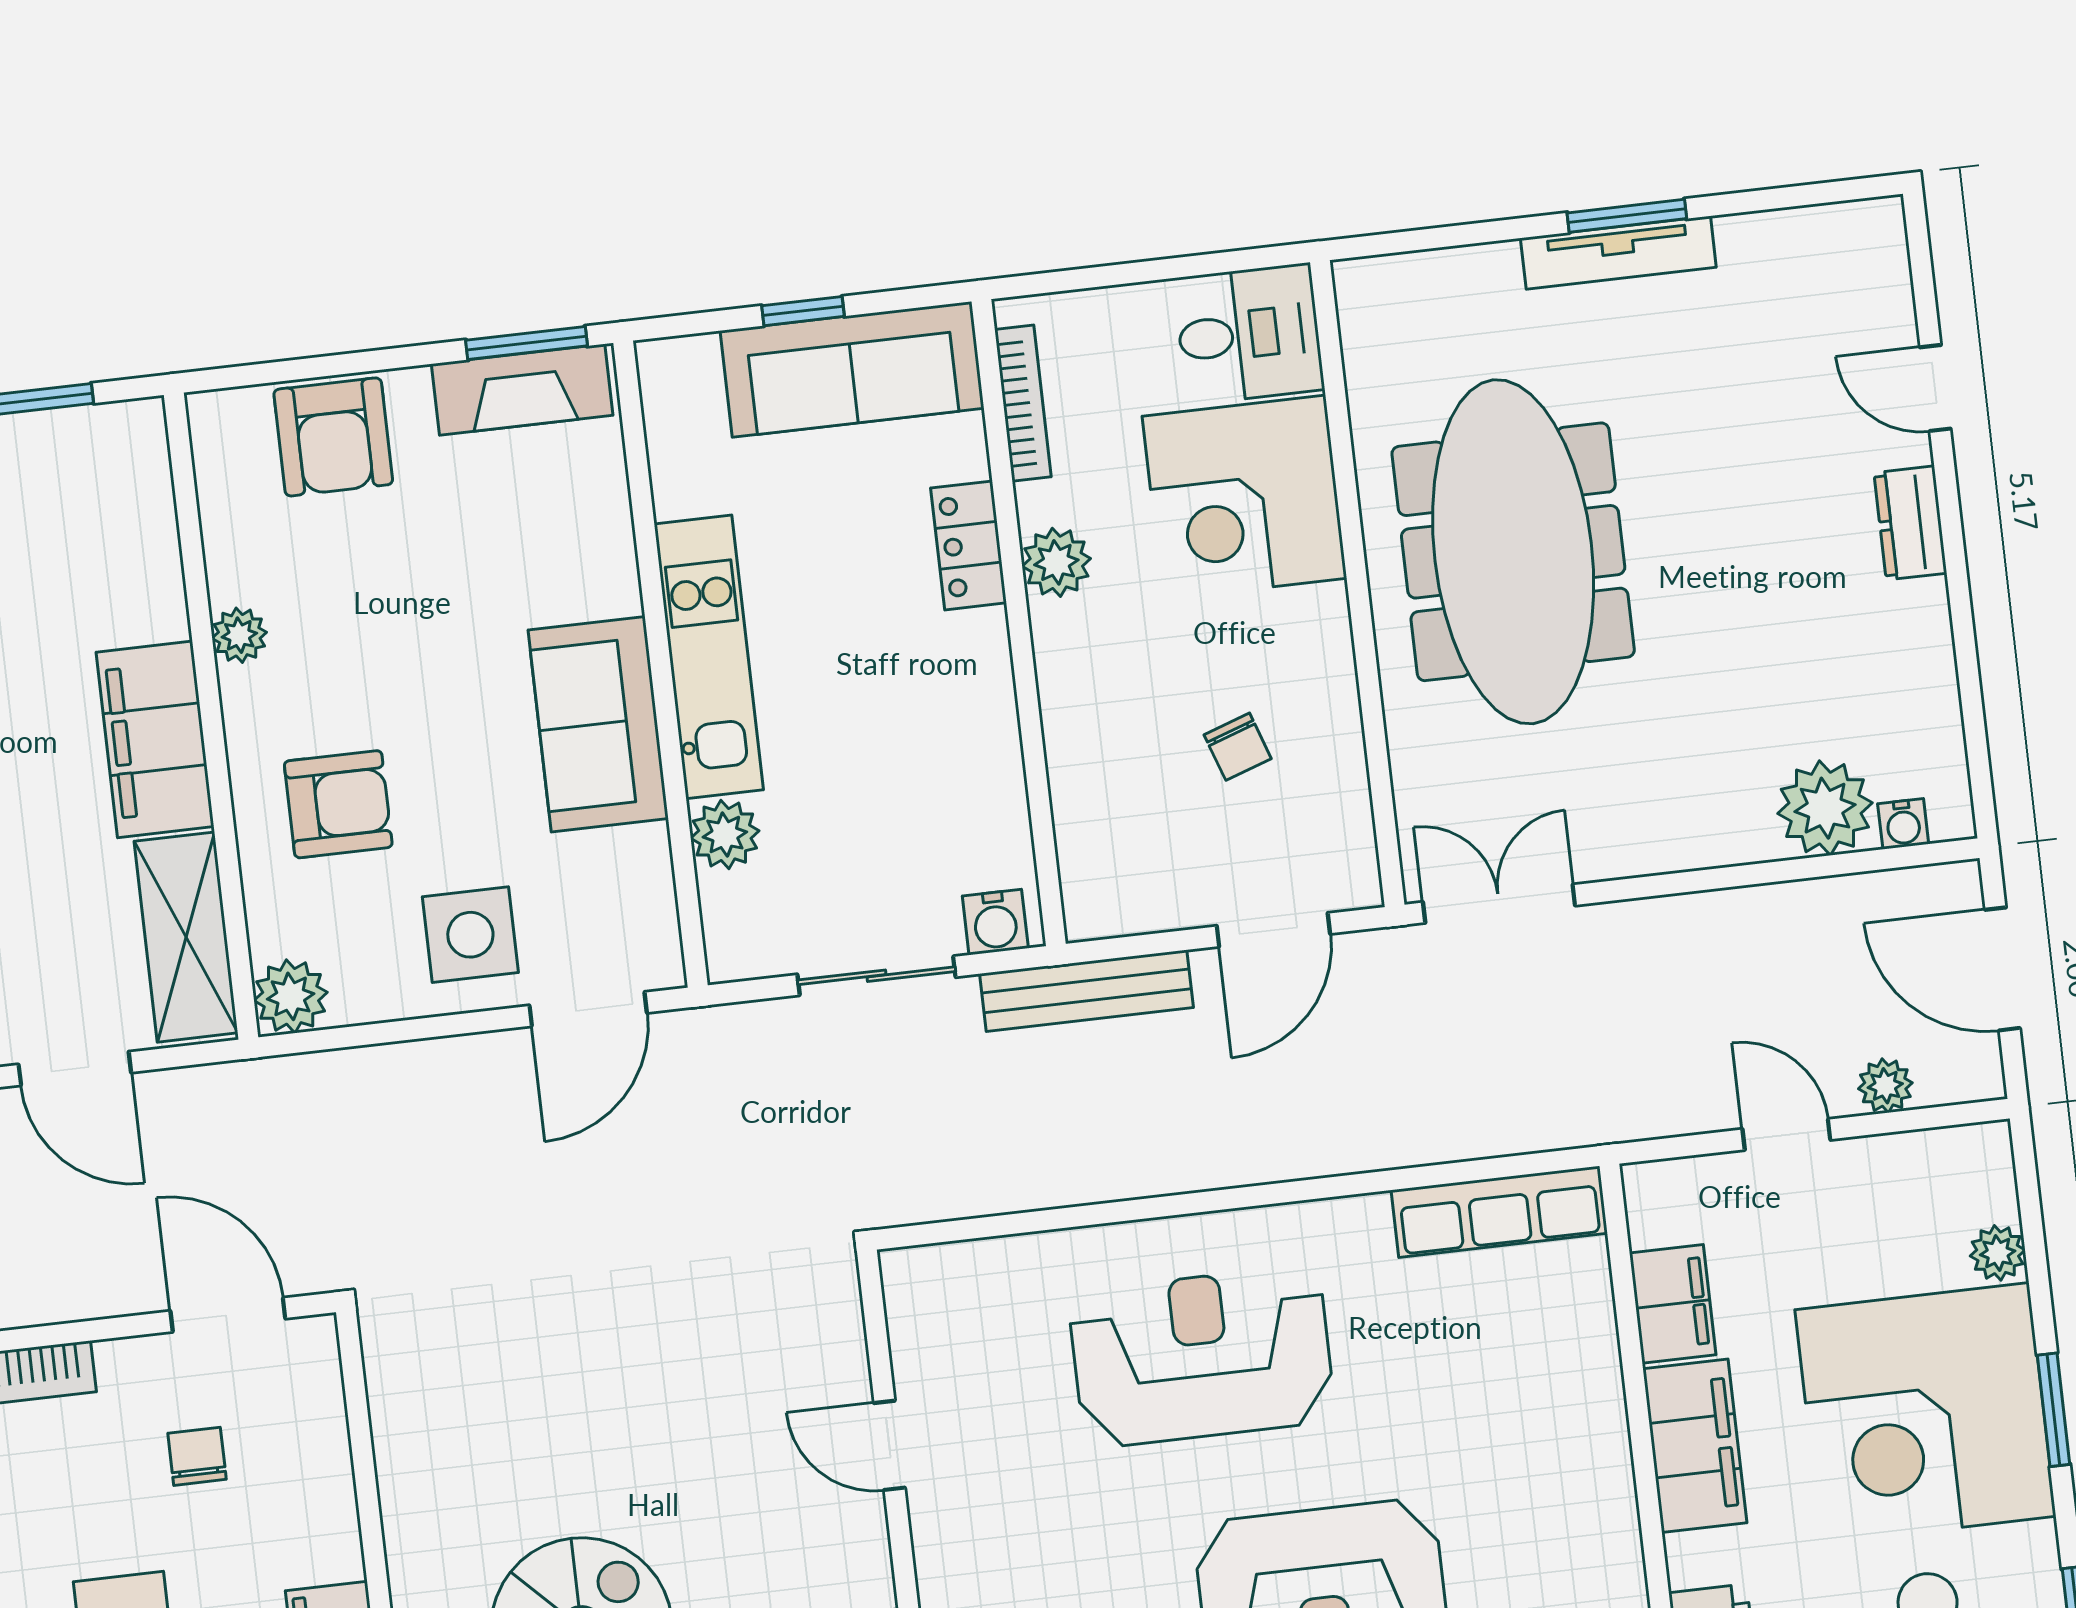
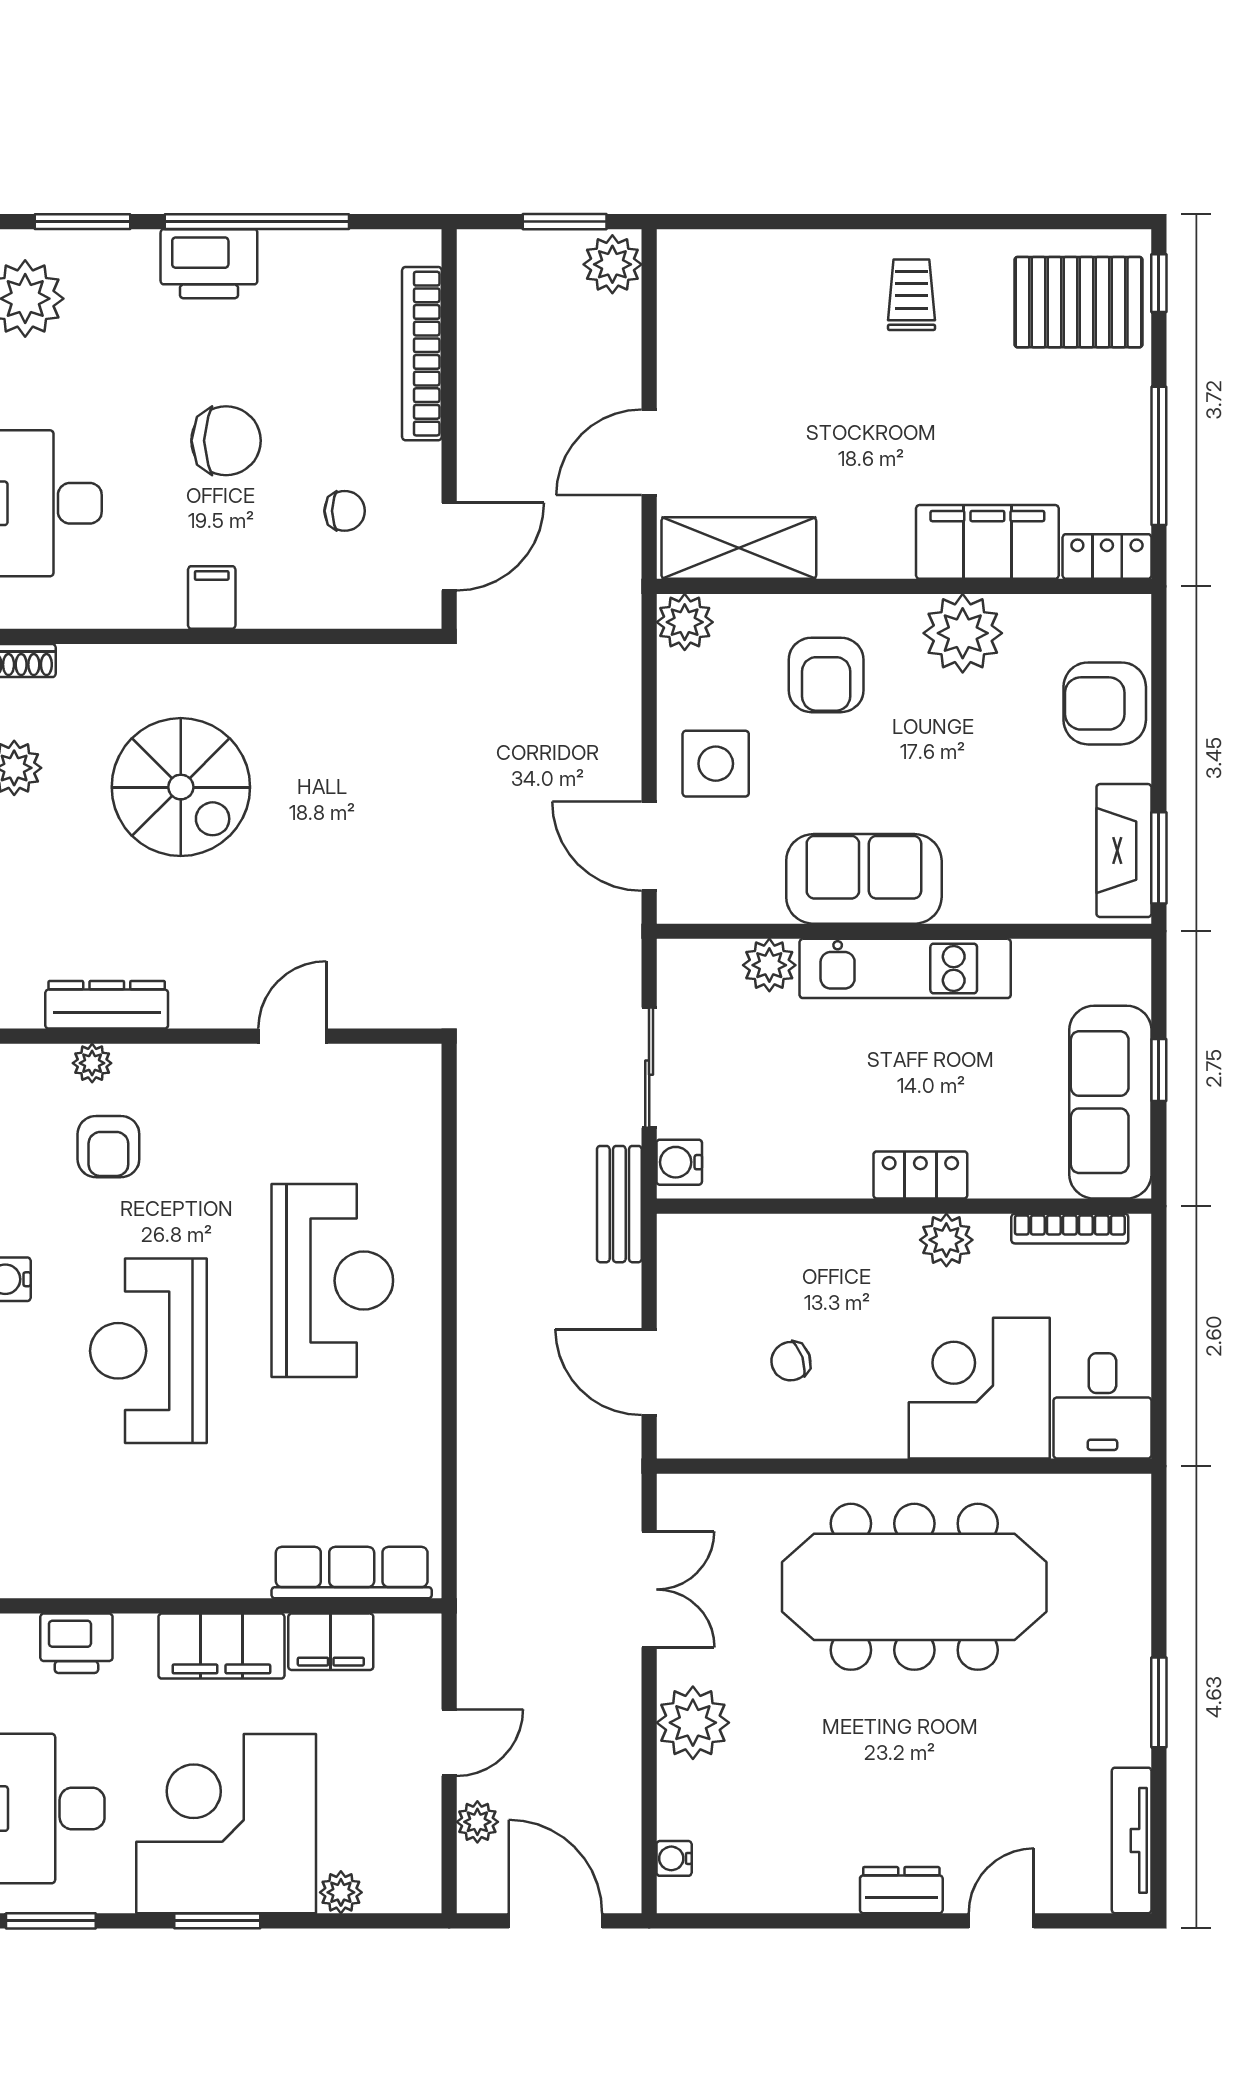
tv unit: (1618, 253) -> (1132, 1840), moved
locker: (141, 456) -> (1107, 556), added
locker: (969, 545) -> (920, 1175), moved
plant: (239, 635) -> (963, 633), width x1.87, depth x1.87
filing cabinet: (155, 739) -> (987, 542), moved
plant: (1825, 808) -> (693, 1723), moved
double door: (1499, 904) -> (649, 1589), moved
door: (2002, 969) -> (556, 1921), hinge flipped
bench: (1086, 991) -> (619, 1204), width x0.73
row of seats: (1499, 1212) -> (352, 1573), moved, turned 90

